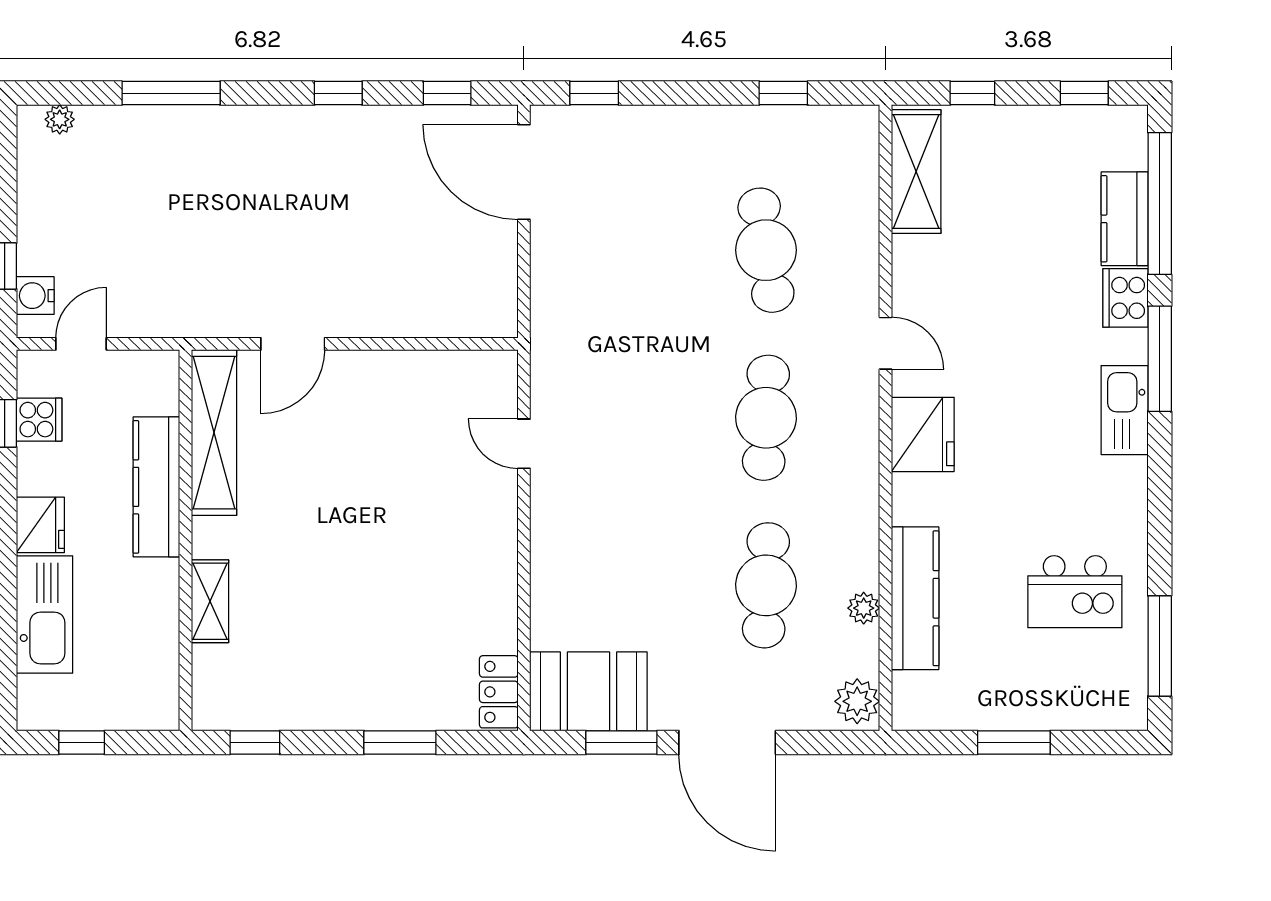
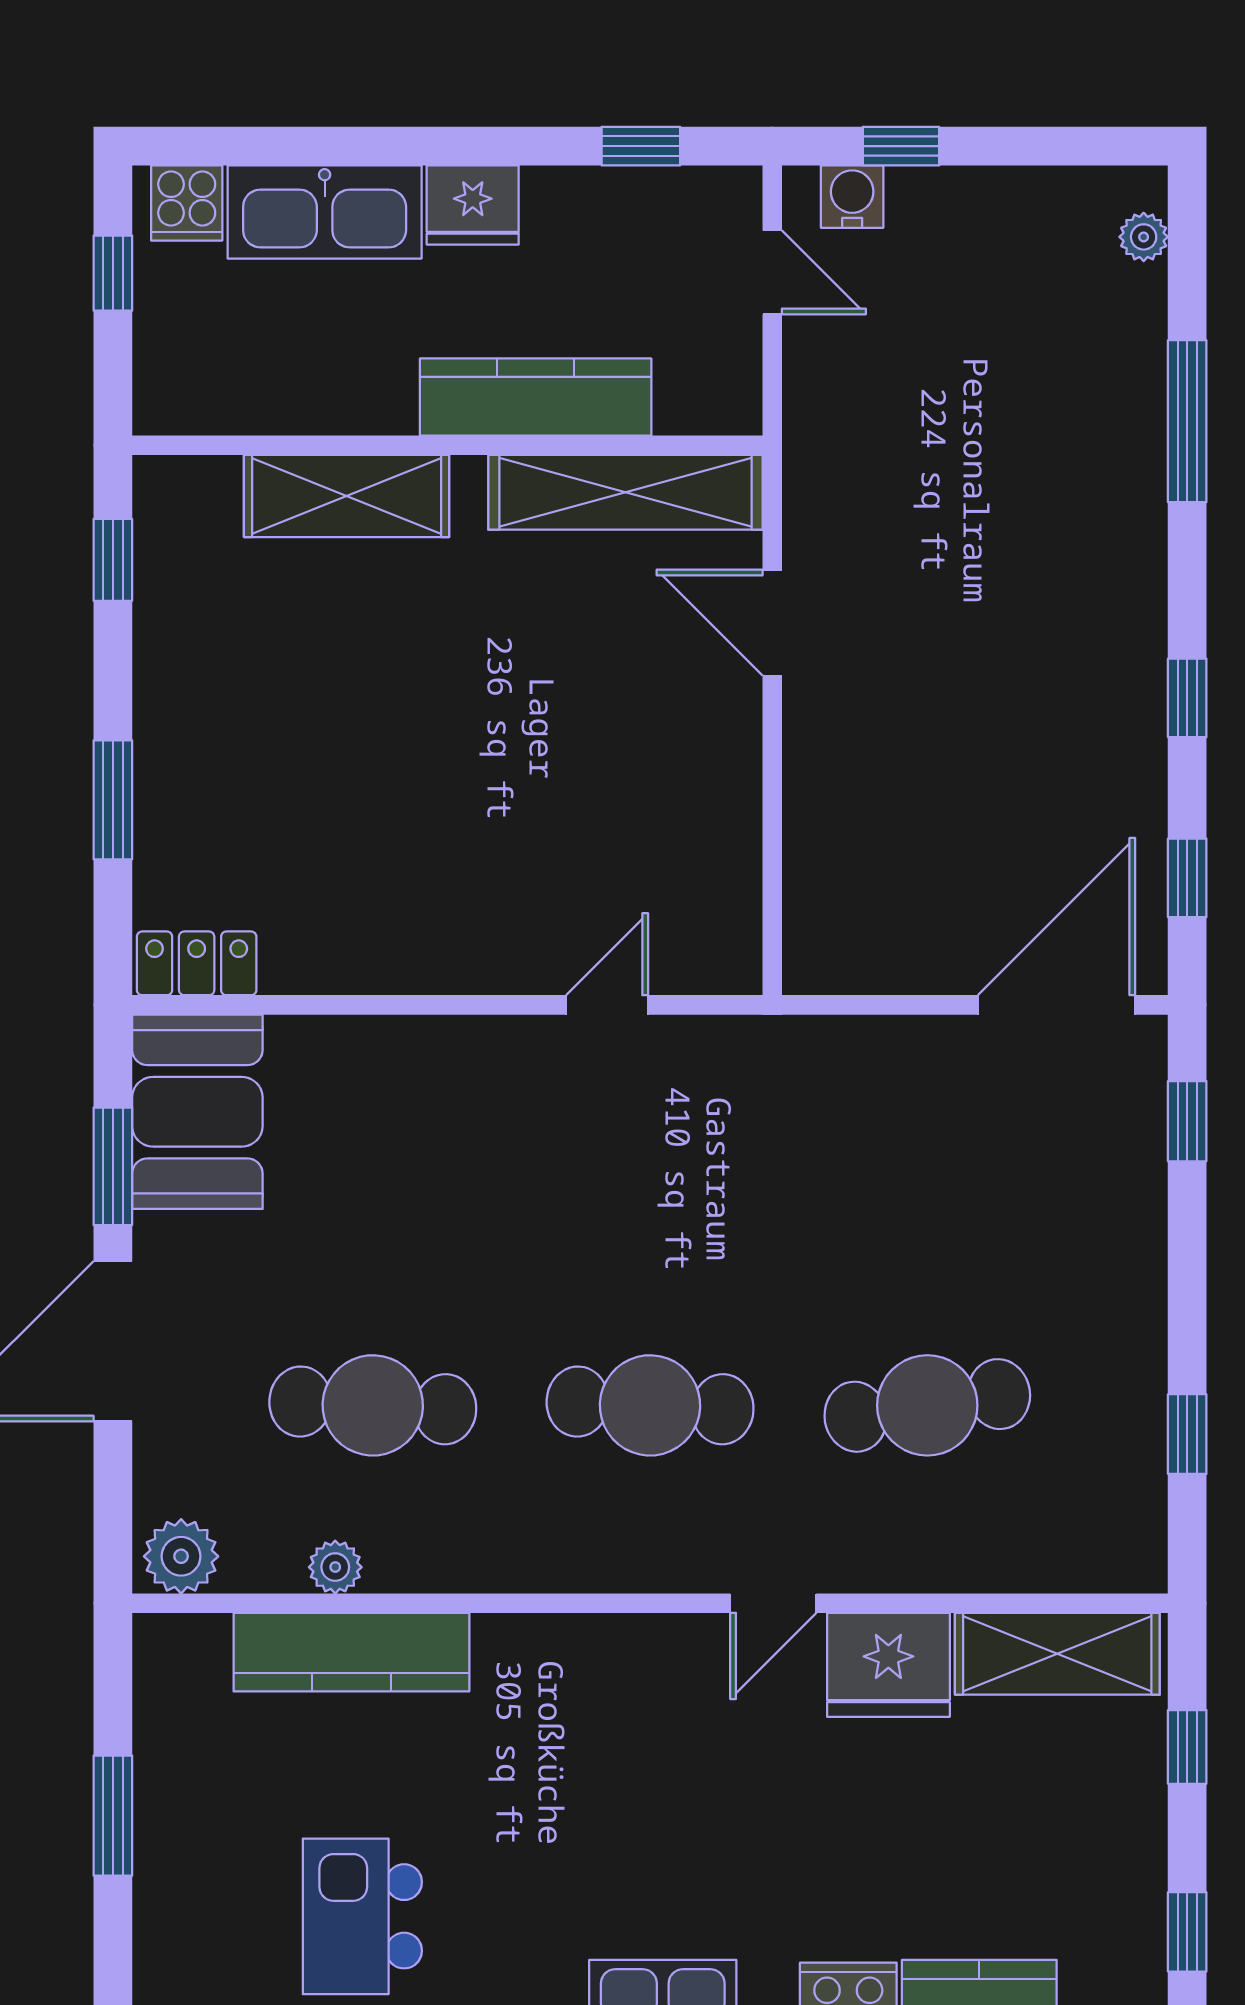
cooker: (39, 420) -> (187, 203), moved
fridge: (923, 434) -> (888, 1665), moved
shelving: (210, 601) -> (347, 496), width x1.50, depth x1.33

